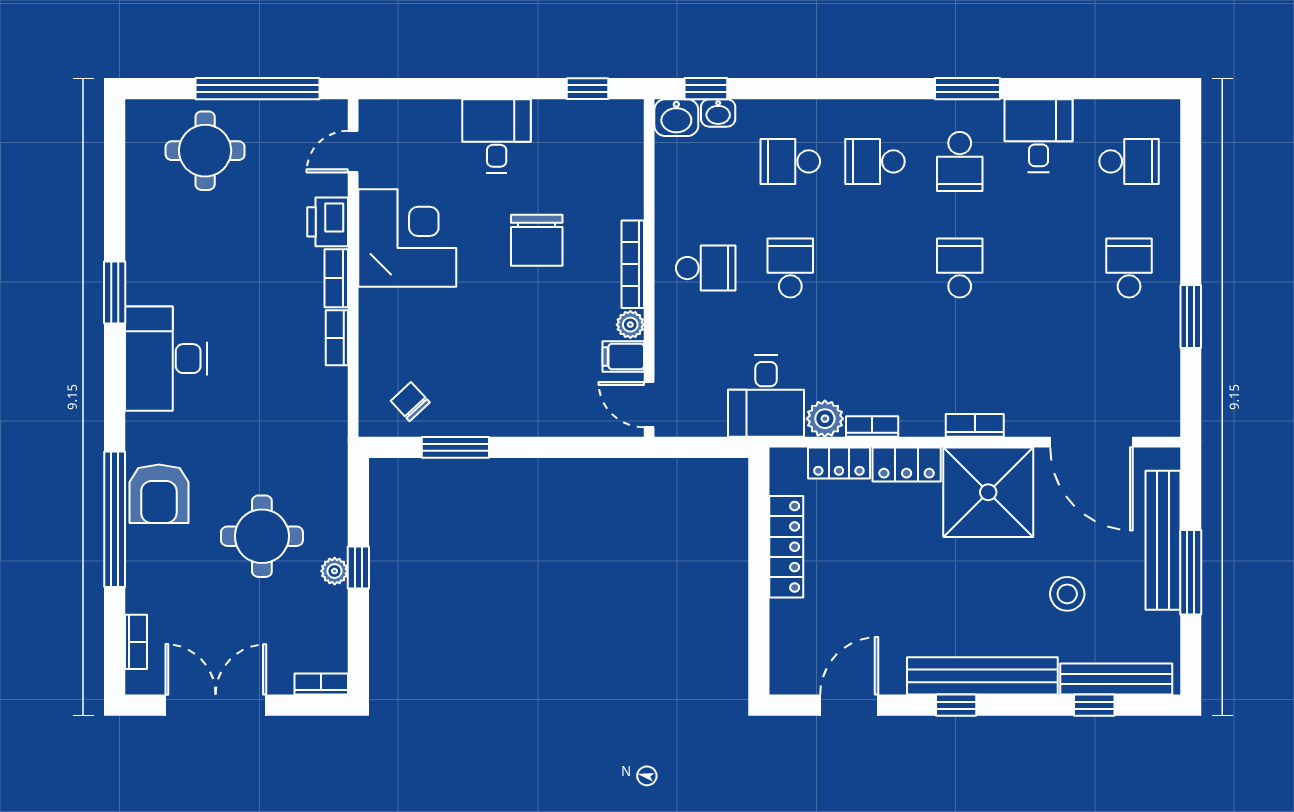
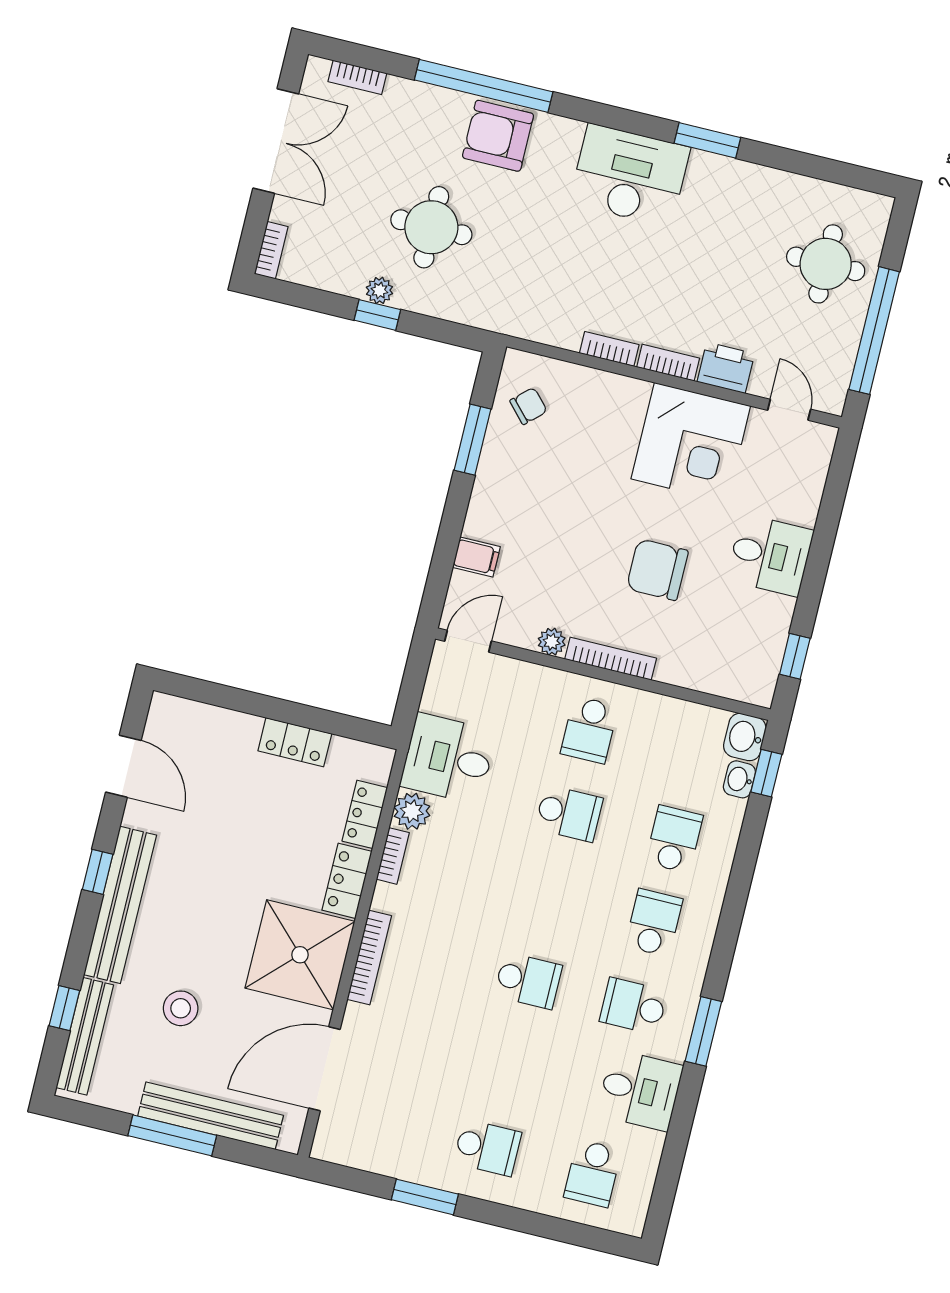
filing cabinet: (623, 356) -> (476, 557), moved, turned 90
bookcase: (975, 425) -> (369, 958), width x1.56
locker: (786, 547) -> (295, 742), width x0.66

